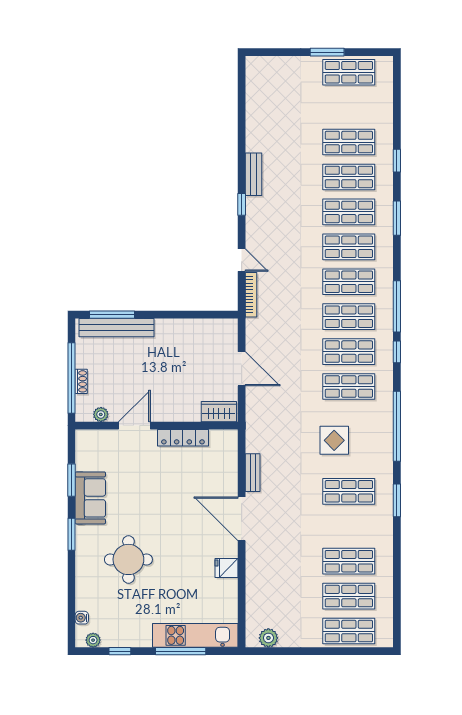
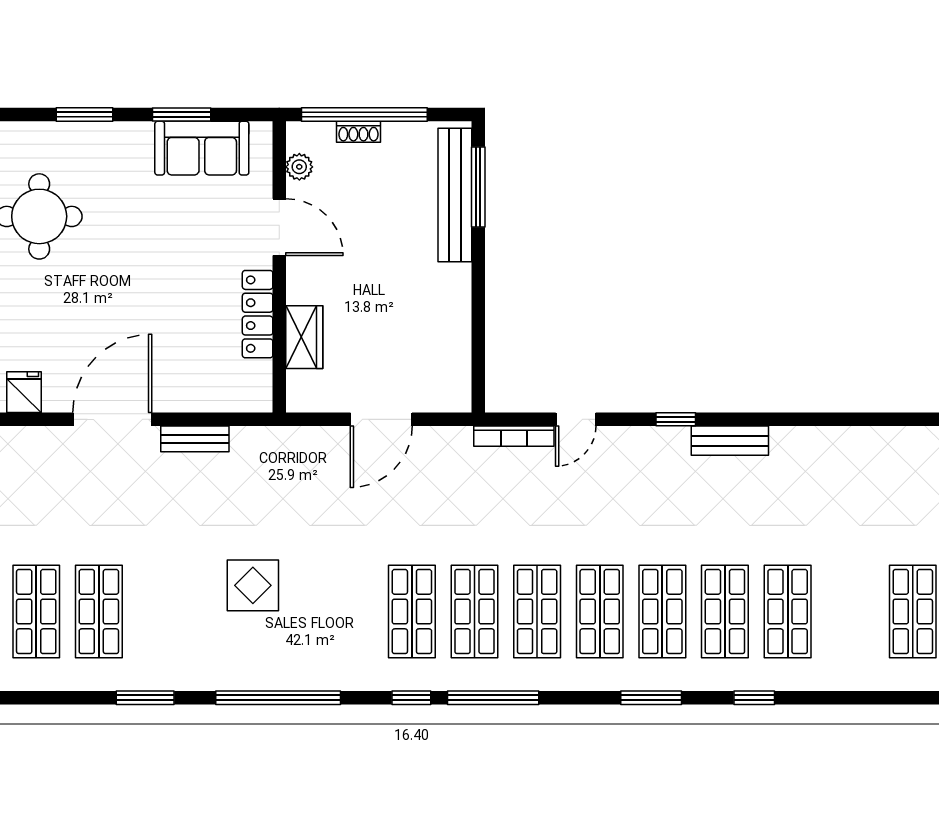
shop shelf: (349, 387) -> (349, 612), removed
wardrobe: (219, 412) -> (304, 337), moved
shop shelf: (349, 491) -> (99, 612), moved
sofa: (90, 498) -> (202, 148), moved

